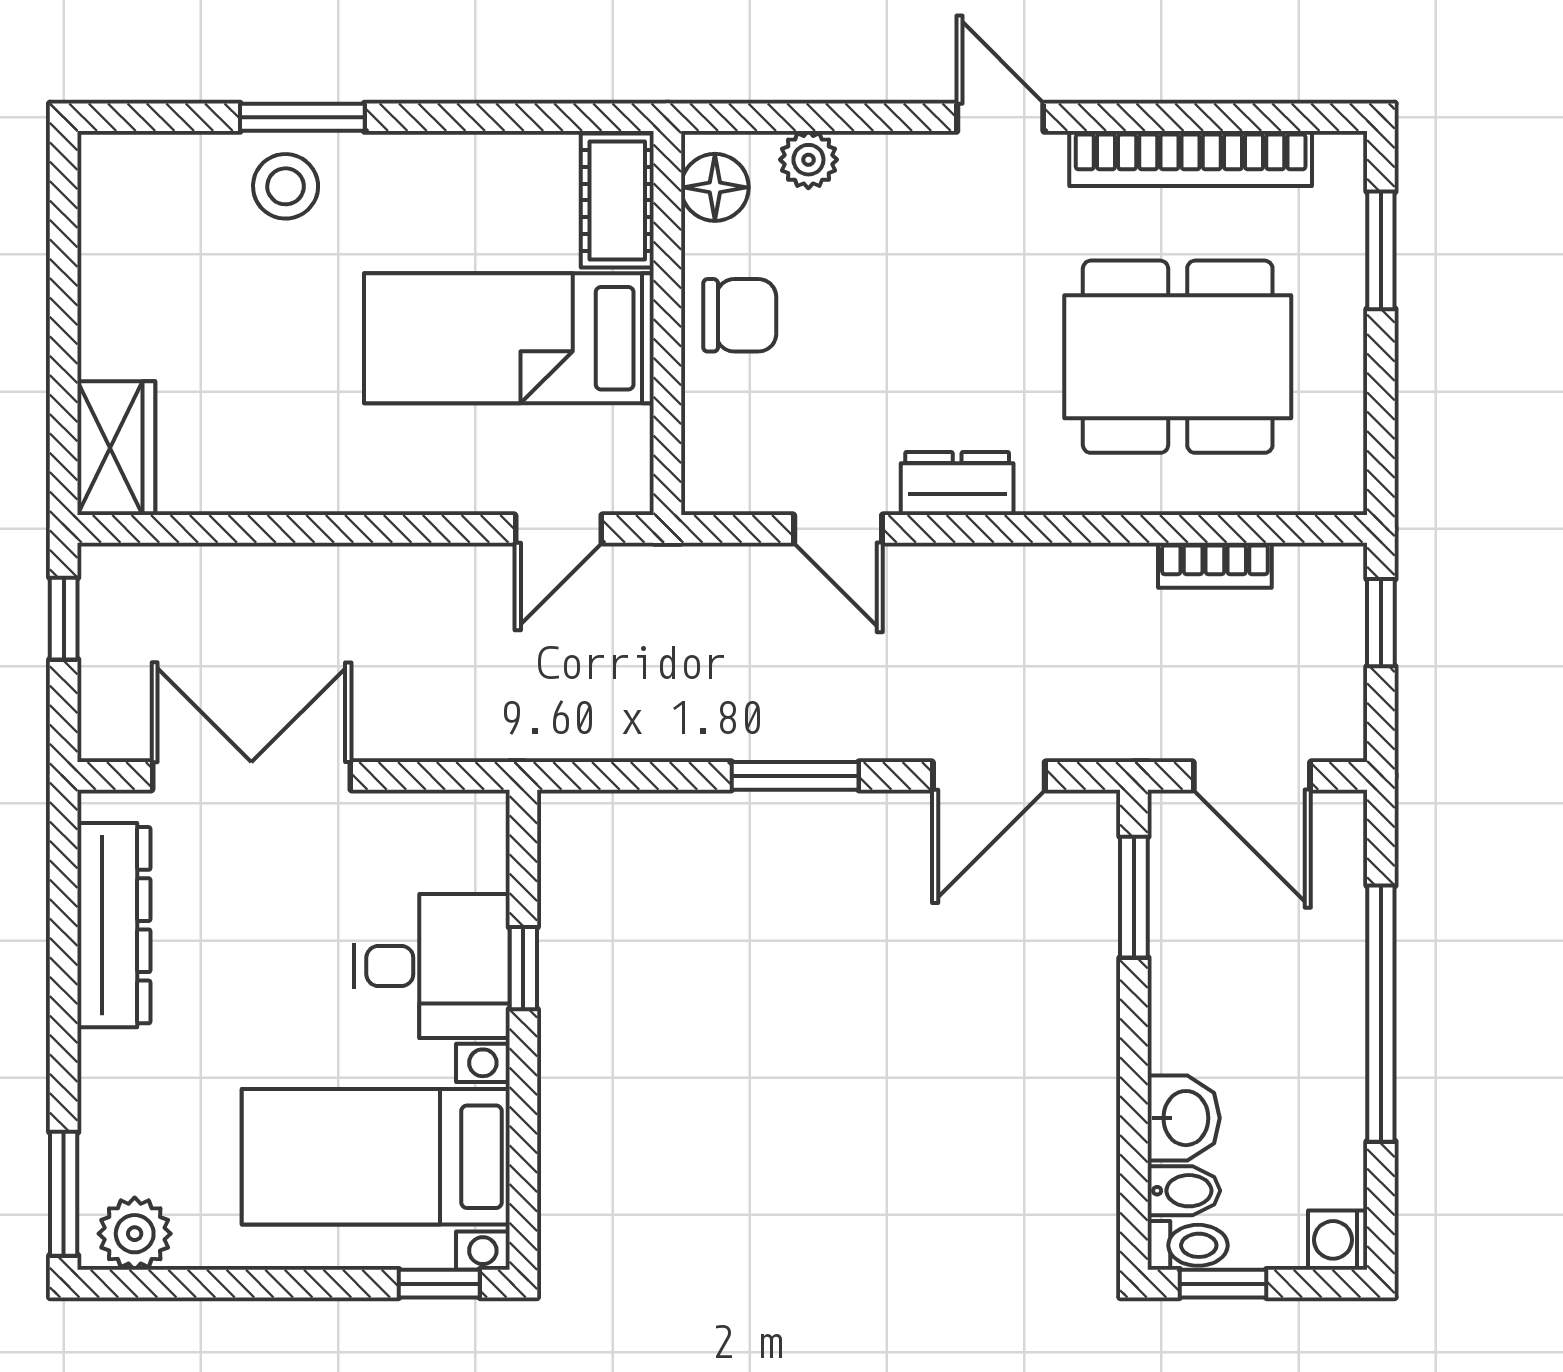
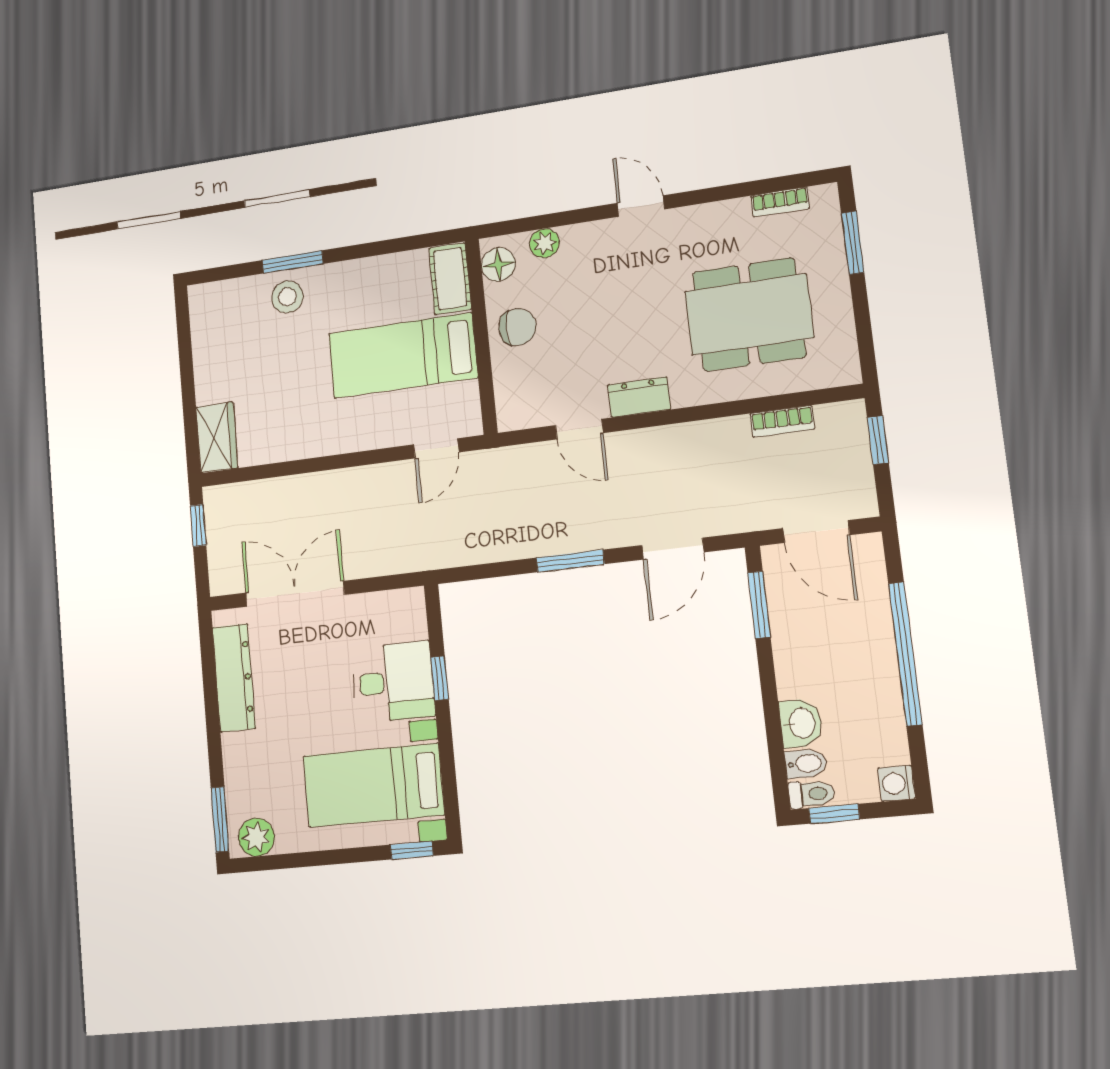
bookcase: (1191, 158) -> (780, 202), width x0.43, depth x0.76

